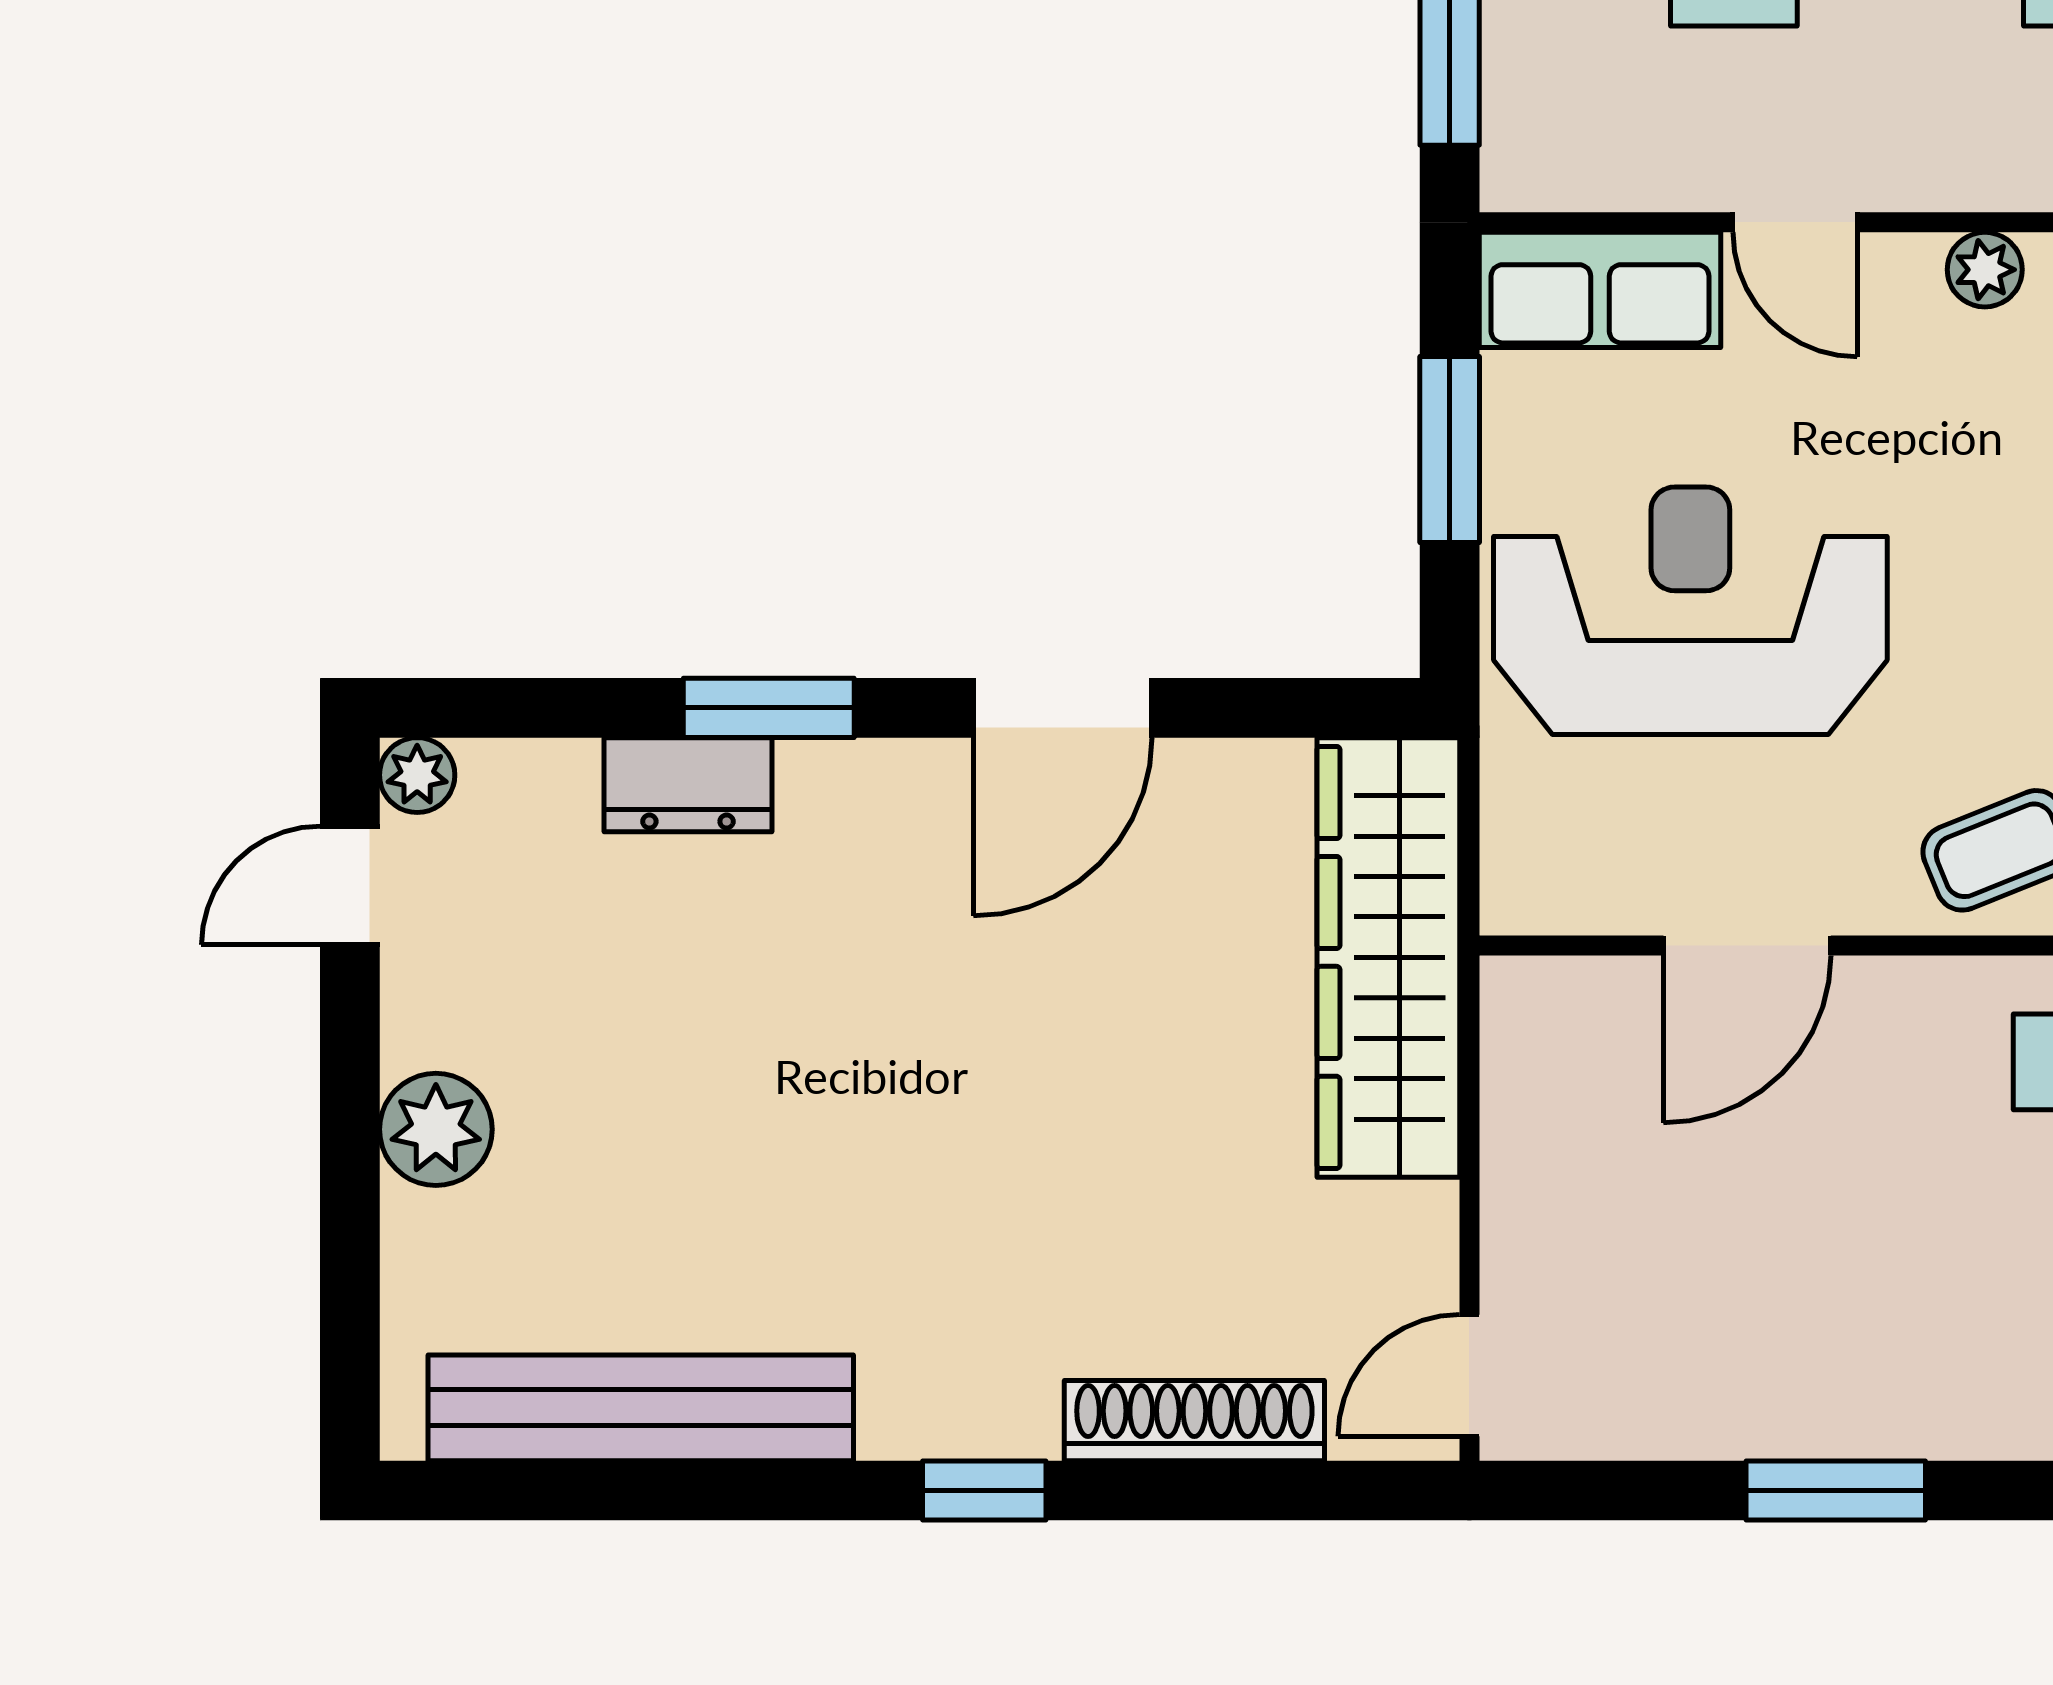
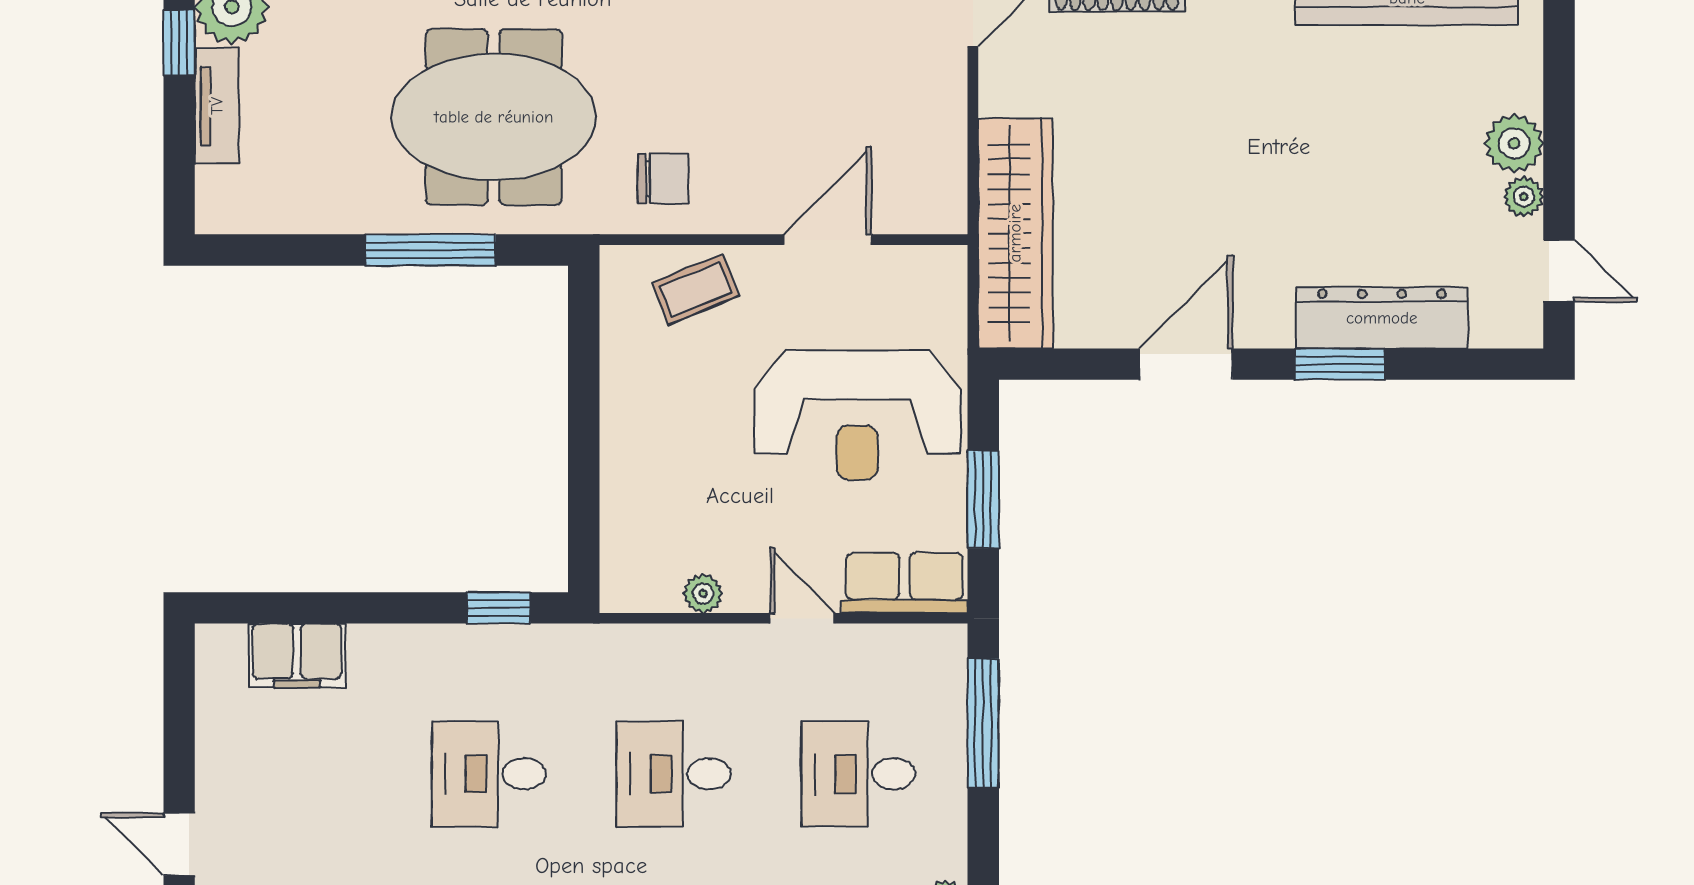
plant: (417, 775) -> (1524, 197), moved
dresser: (688, 785) -> (1382, 318), width x1.96, depth x1.24
door: (350, 886) -> (1559, 271), hinge flipped

